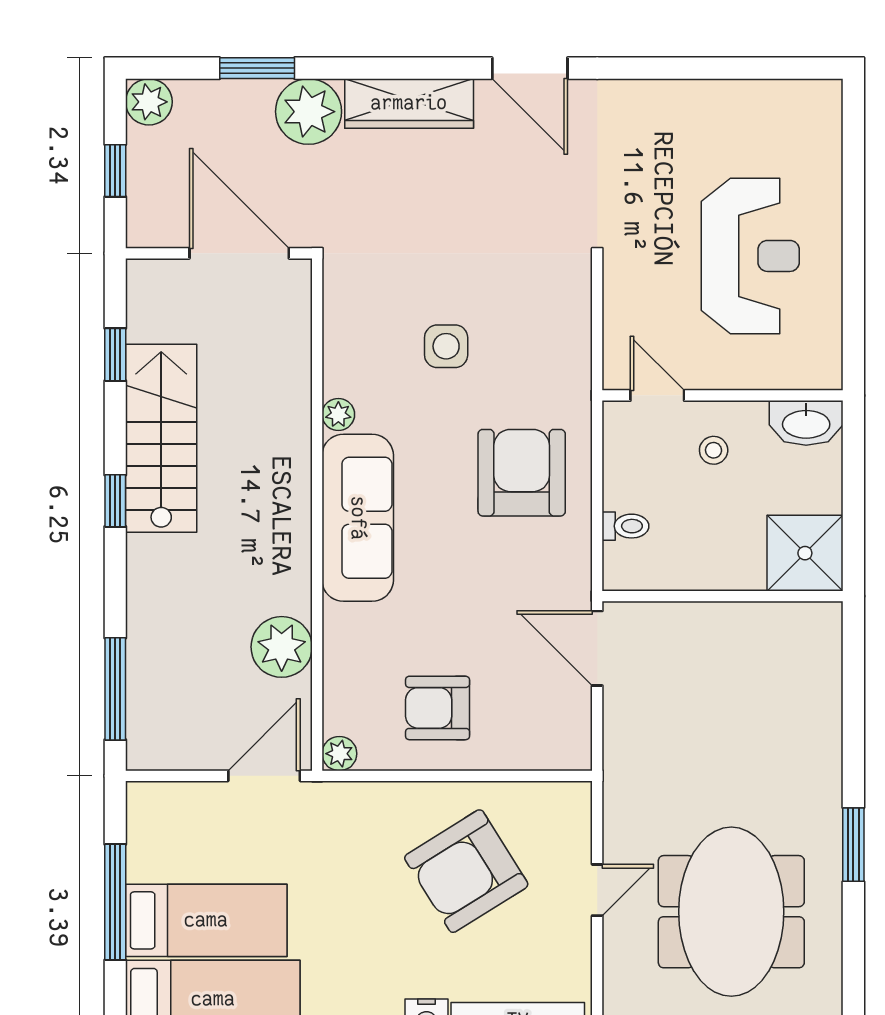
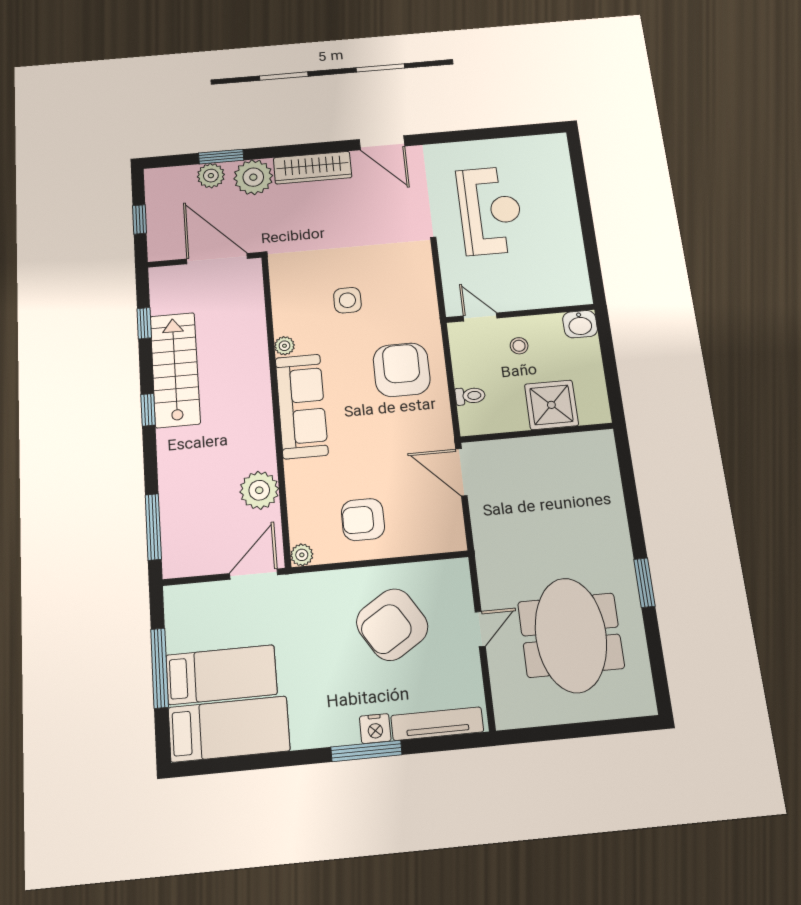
plant: (149, 102) -> (211, 176), moved
reception desk: (750, 256) -> (490, 211), moved
washbasin: (806, 423) -> (580, 324), width x0.72
shower: (805, 553) -> (551, 405), moved

